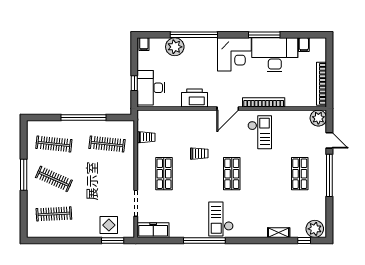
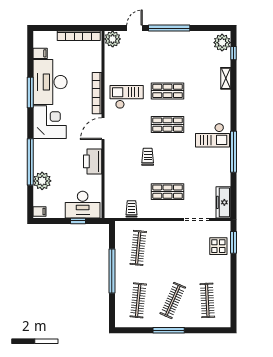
door: (228, 108) -> (103, 129), swing flipped
shop shelf: (300, 174) -> (168, 91), moved

